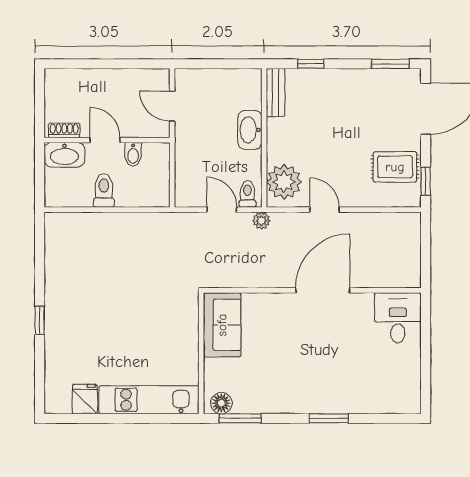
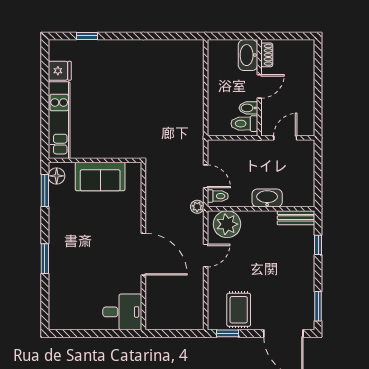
toilet: (104, 190) -> (244, 124), moved, turned 180
door: (222, 210) -> (206, 176), hinge flipped
window: (40, 321) -> (87, 36), moved
sofa: (222, 325) -> (100, 177), moved

